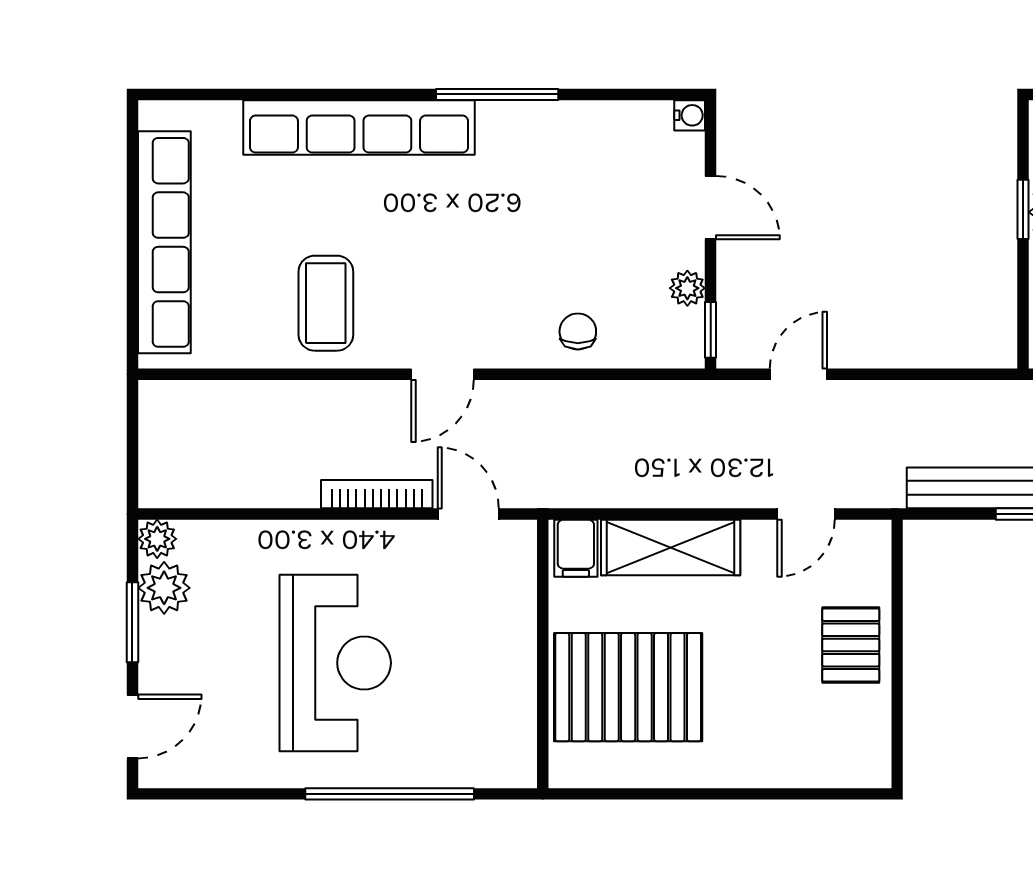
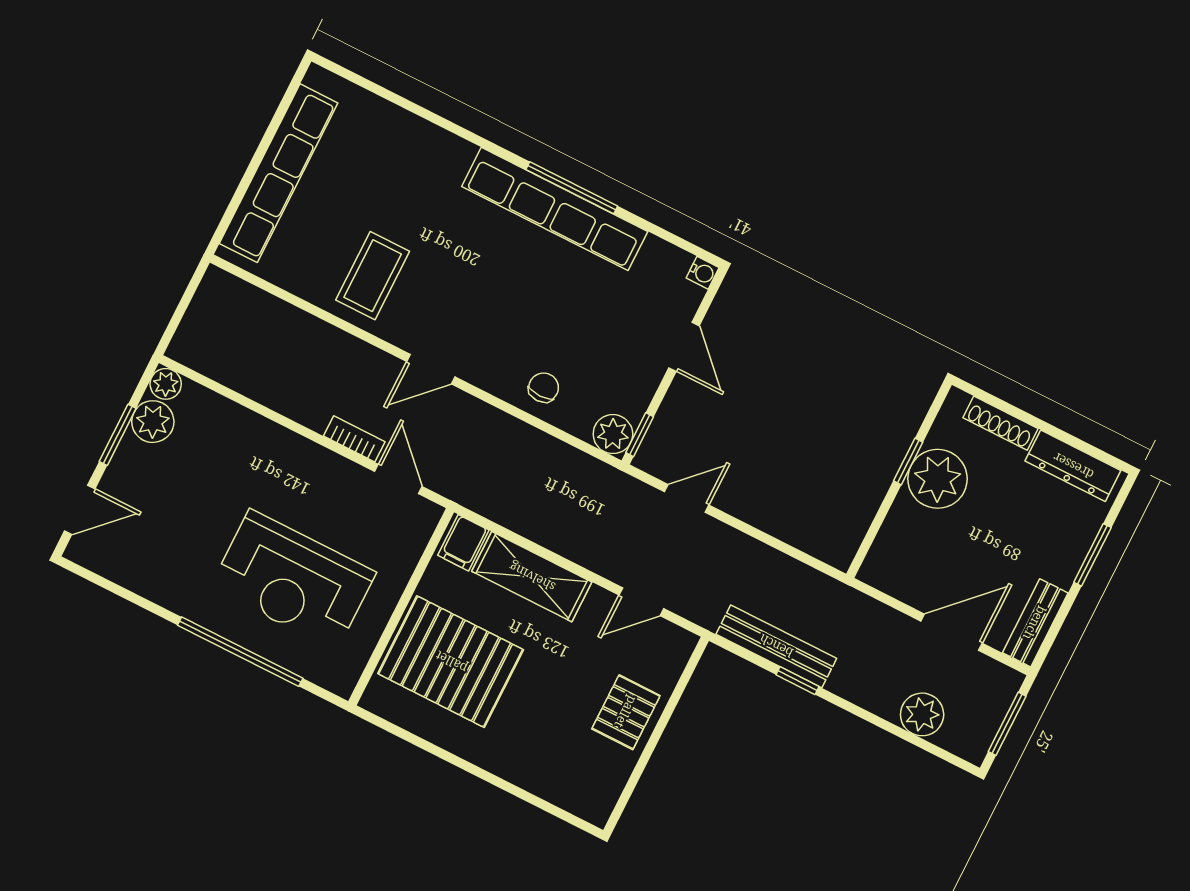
row of seats: (359, 127) -> (555, 209), moved
plant: (687, 288) -> (613, 434), moved, width x1.38, depth x1.38
bookcase: (377, 494) -> (354, 439), width x0.64
reception desk: (335, 663) -> (293, 580), moved, turned 90

